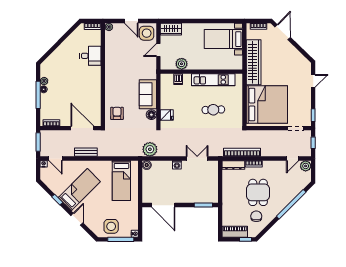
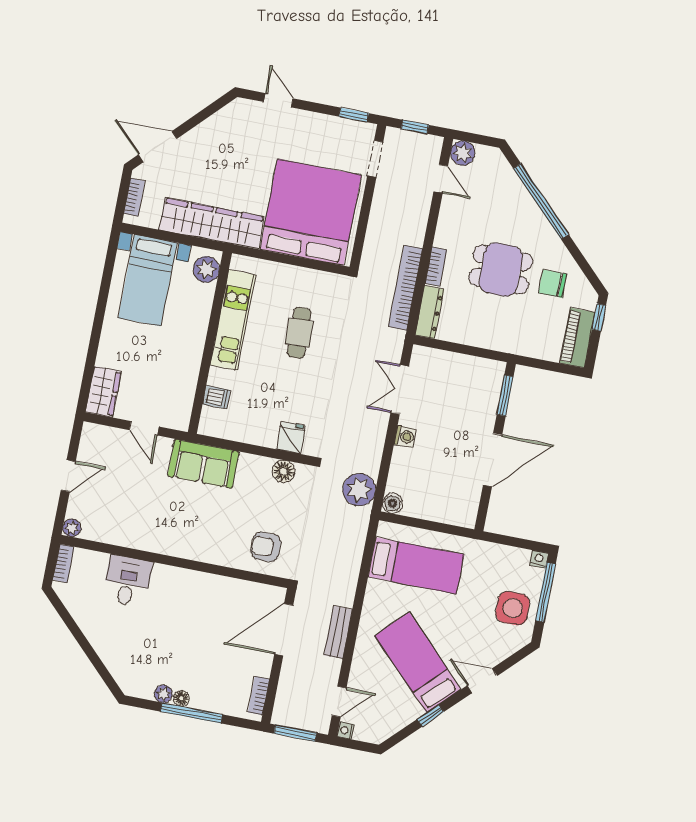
side table: (147, 33) -> (102, 447), removed
plant: (182, 64) -> (206, 269), moved
sofa: (148, 94) -> (203, 464), moved
door: (163, 205) -> (493, 460), moved

